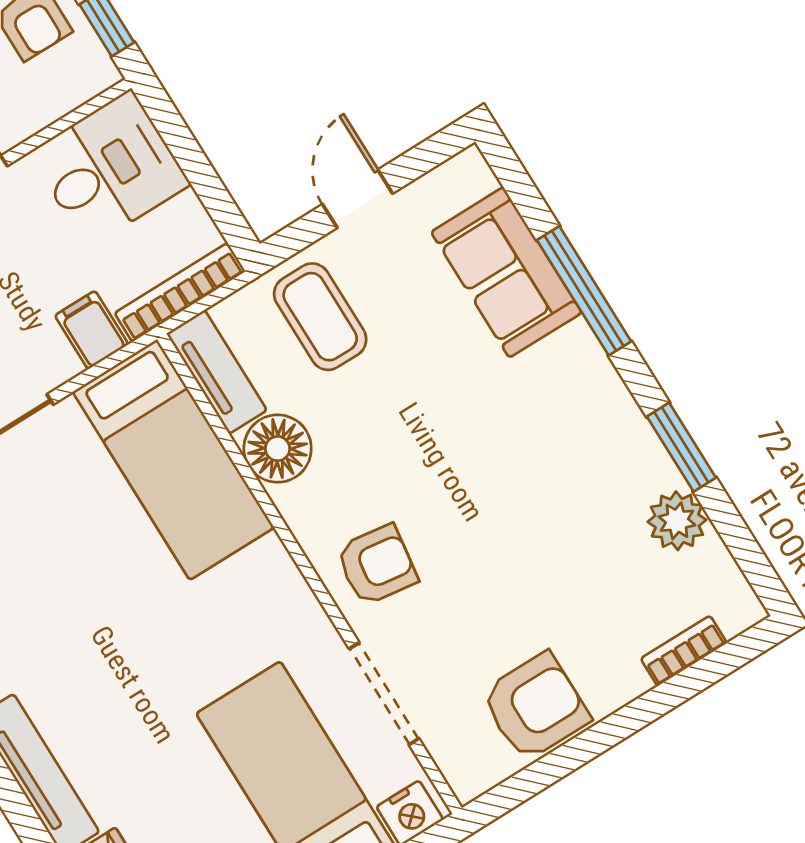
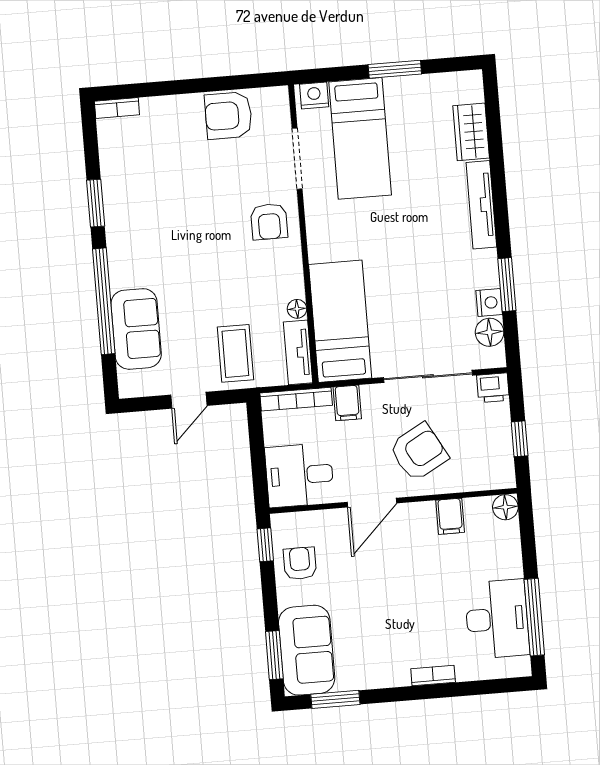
window: (584, 291) -> (104, 301), width x1.46
floor lamp: (278, 449) -> (297, 309), width x0.53, depth x0.53
plant: (677, 521) -> (116, 169), removed
armchair: (377, 565) -> (269, 222), turned -98
bookcase: (684, 651) -> (117, 108), moved

